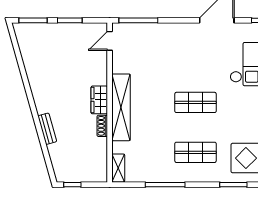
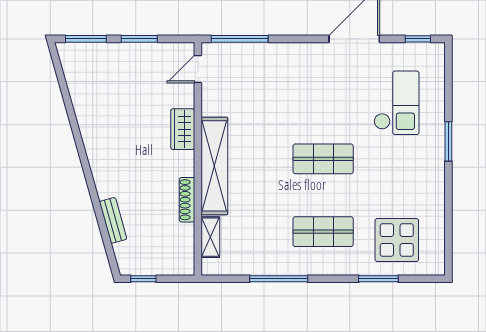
wardrobe: (99, 100) -> (183, 129), moved
shoe rack: (102, 126) -> (187, 200), width x1.43
bench: (47, 129) -> (113, 220), moved
shelving: (118, 168) -> (210, 237), moved

